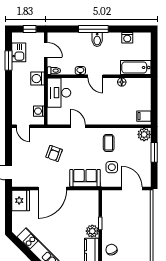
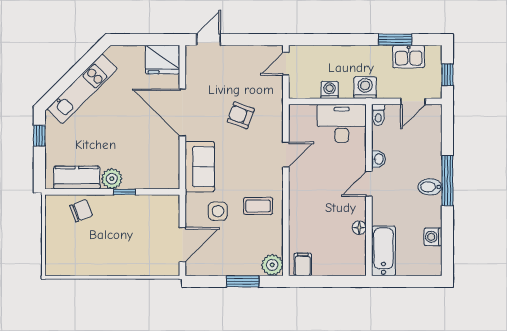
washing machine: (39, 111) -> (330, 90), moved

